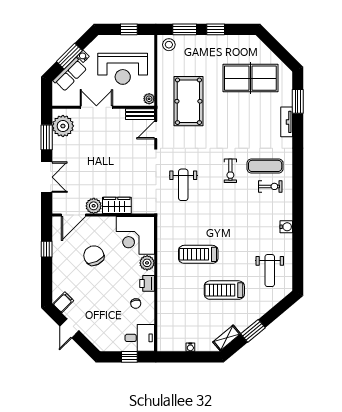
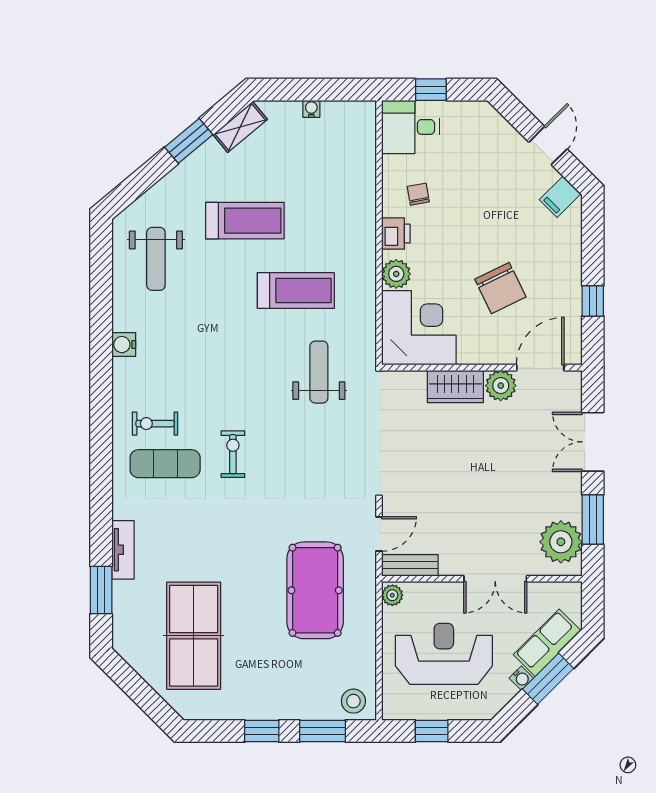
table tennis table: (250, 78) -> (194, 636), turned 90
weight bench: (183, 185) -> (319, 372), moved
weight bench: (270, 271) -> (156, 259), turned 180

